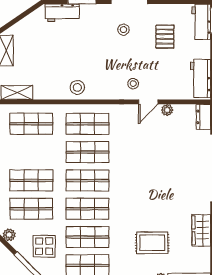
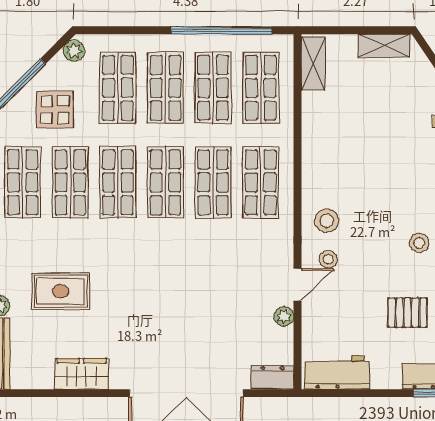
stool: (77, 87) -> (327, 221), moved
door: (148, 102) -> (298, 285), swing flipped
shop shelf: (31, 152) -> (213, 88), added
rug: (152, 243) -> (61, 291), turned 90

